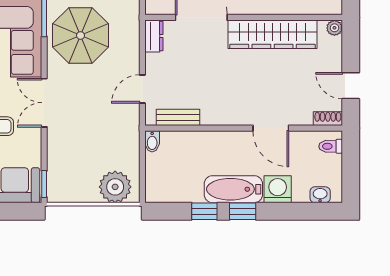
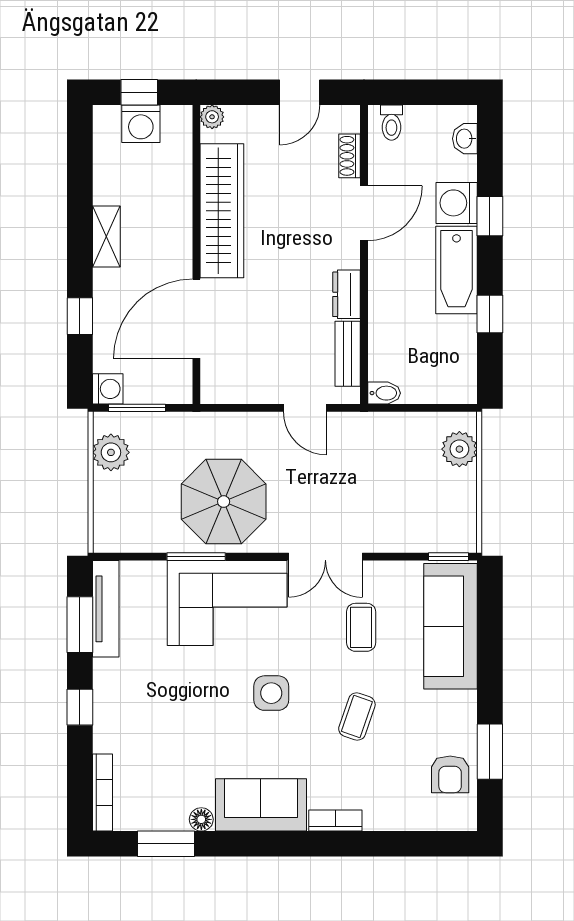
dresser: (154, 36) -> (346, 294), moved, turned -90
shoe rack: (328, 119) -> (350, 156), moved
plant: (115, 187) -> (459, 449), width x0.73, depth x0.73
window: (243, 211) -> (490, 216), moved

